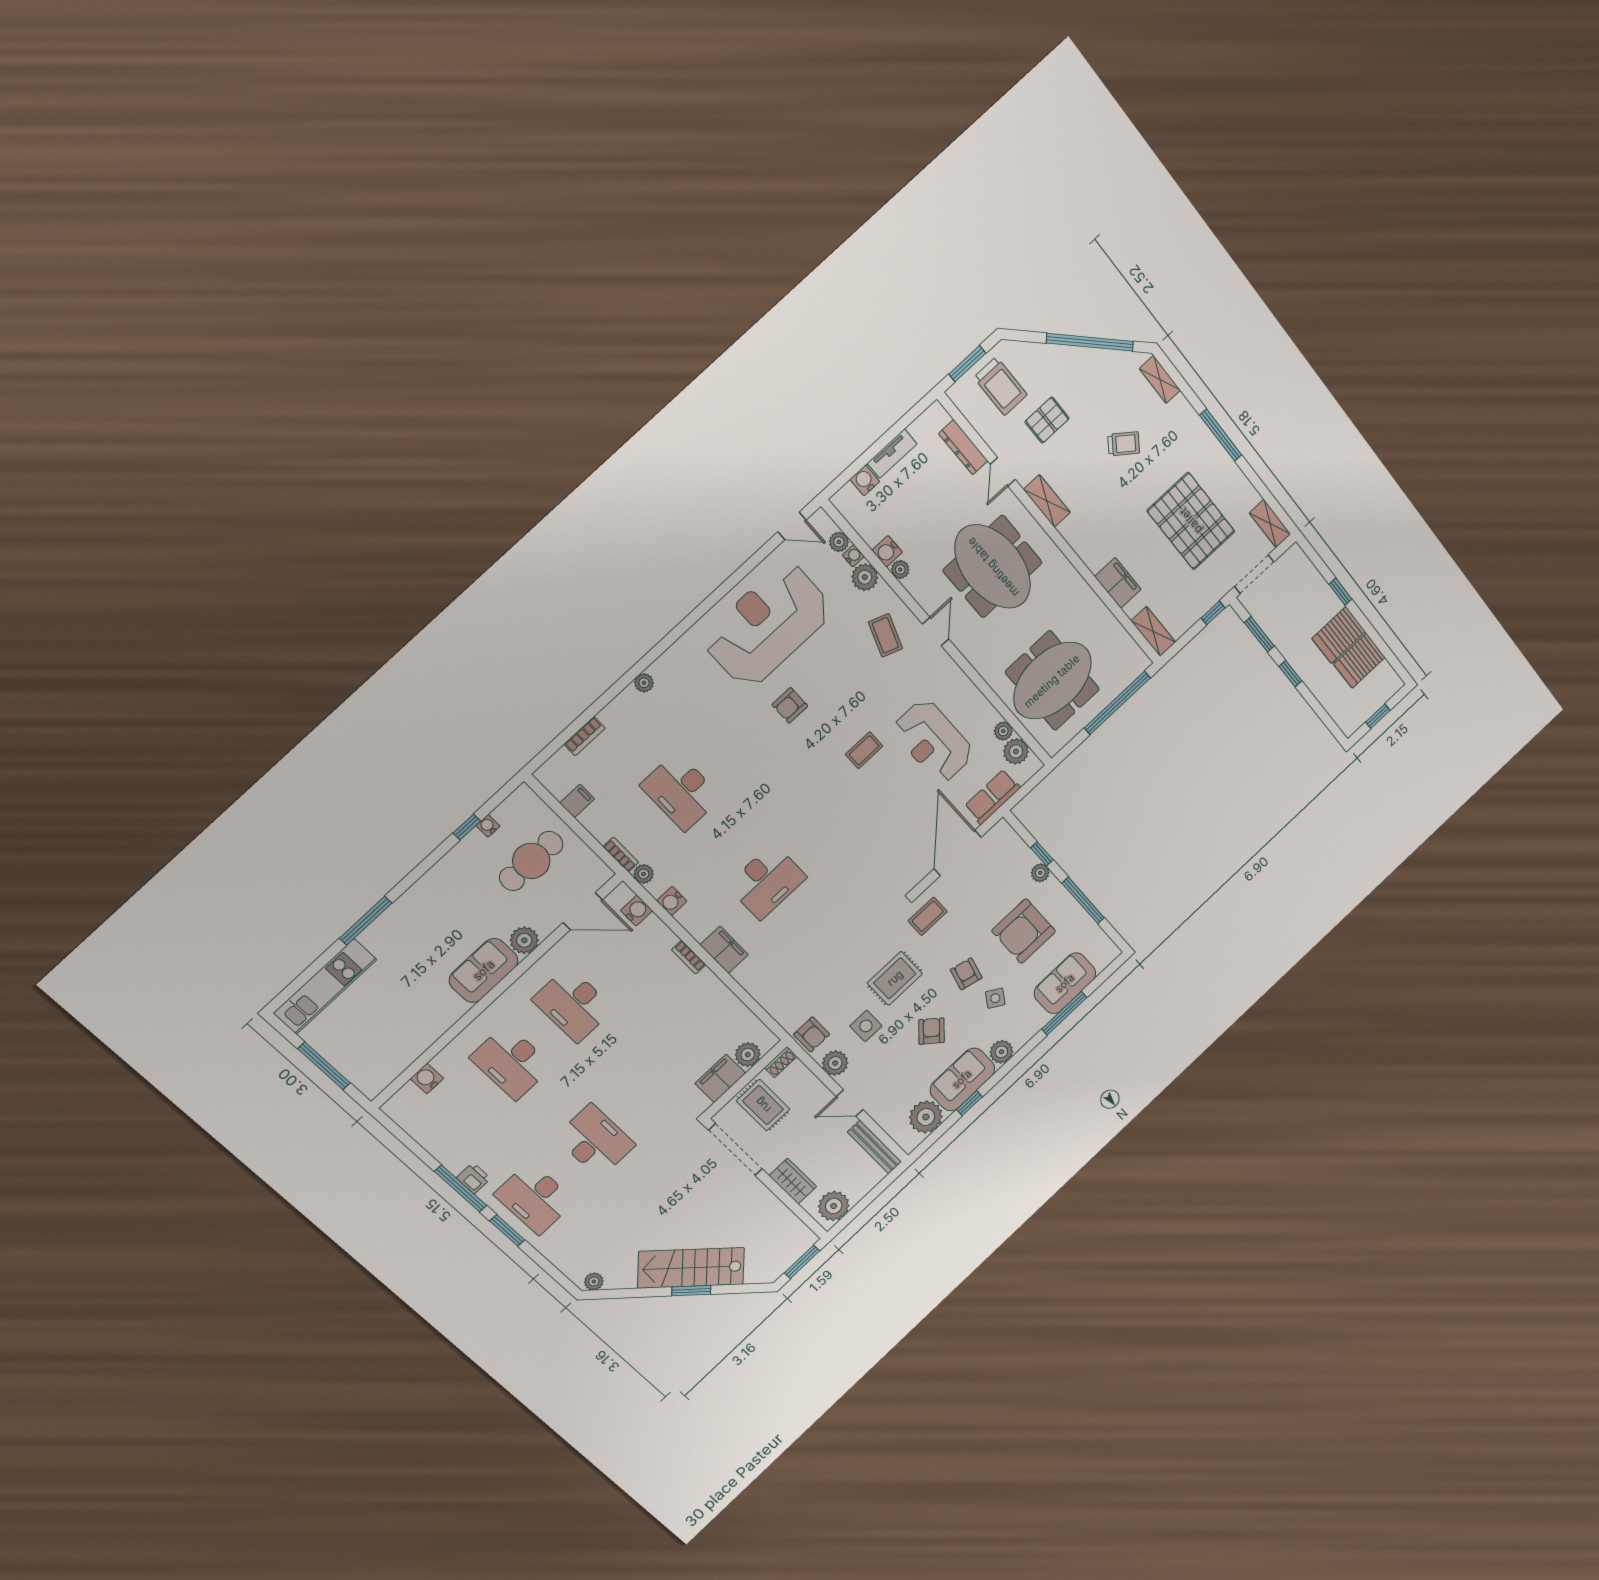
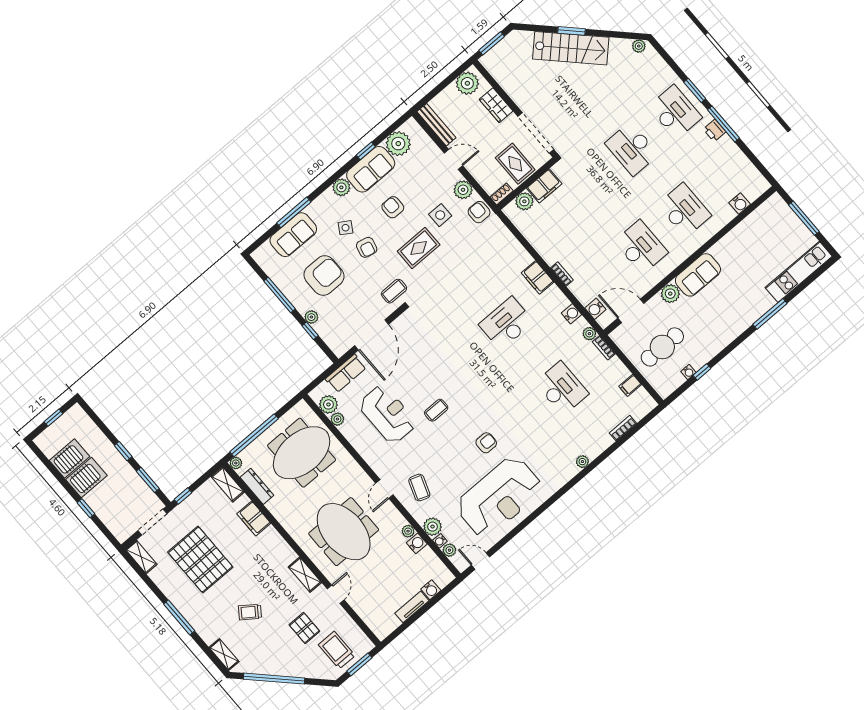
pallet: (1047, 420) -> (304, 628), turned 90
dresser: (963, 447) -> (257, 486), moved
plant: (1142, 662) -> (236, 463), added
armchair: (932, 1031) -> (393, 207), turned 139

